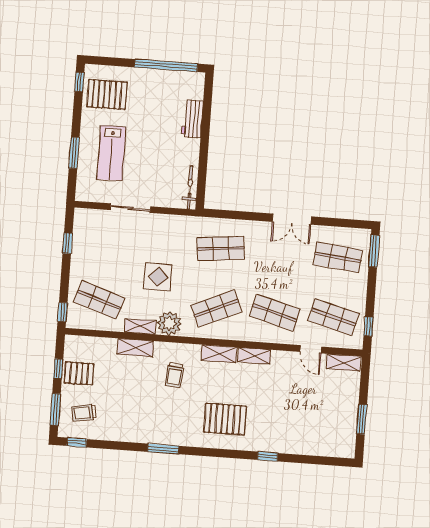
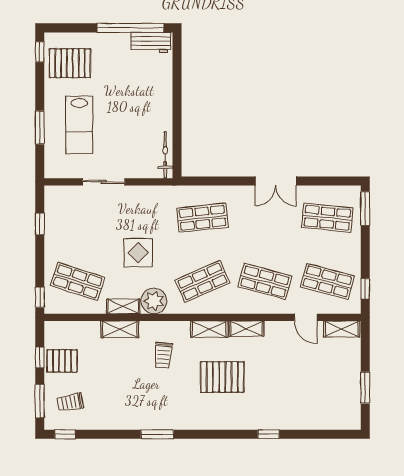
workbench: (192, 119) -> (151, 43), moved, turned -90
pallet: (225, 419) -> (222, 377), moved

